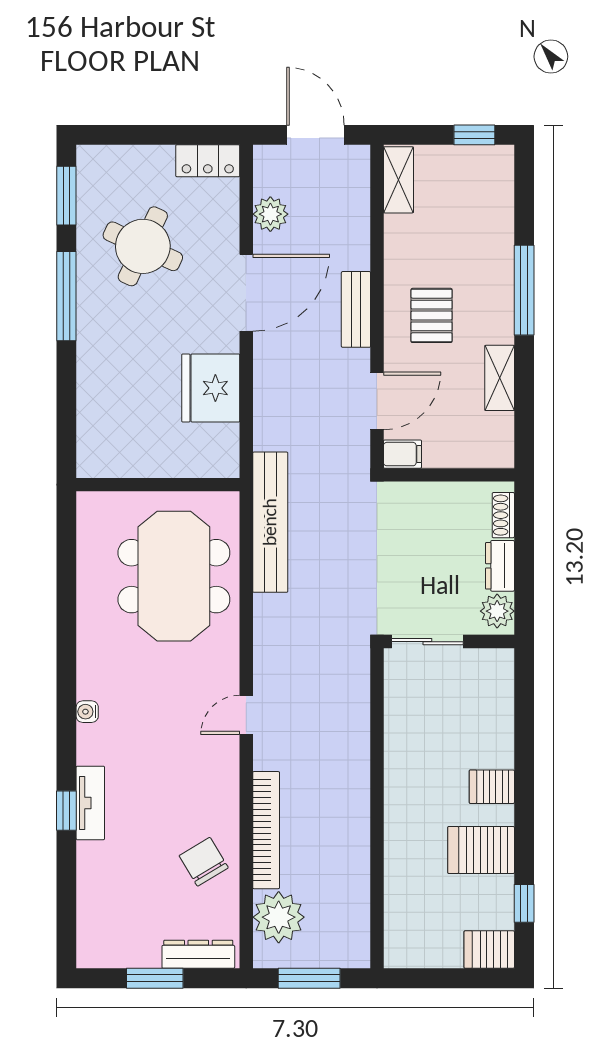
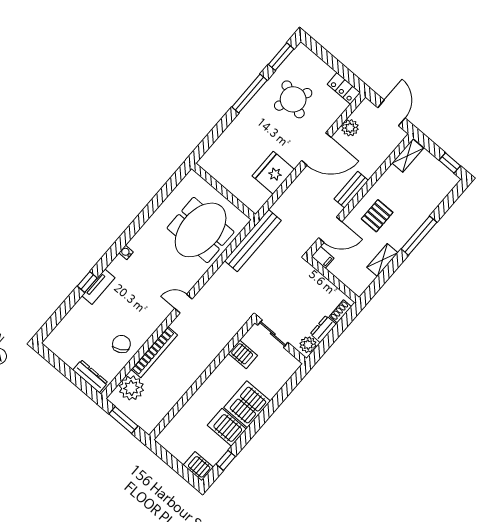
server rack: (408, 714) -> (243, 354), added
server rack: (492, 787) -> (247, 404), width x2.18, depth x1.44
window: (155, 978) -> (67, 371), removed

